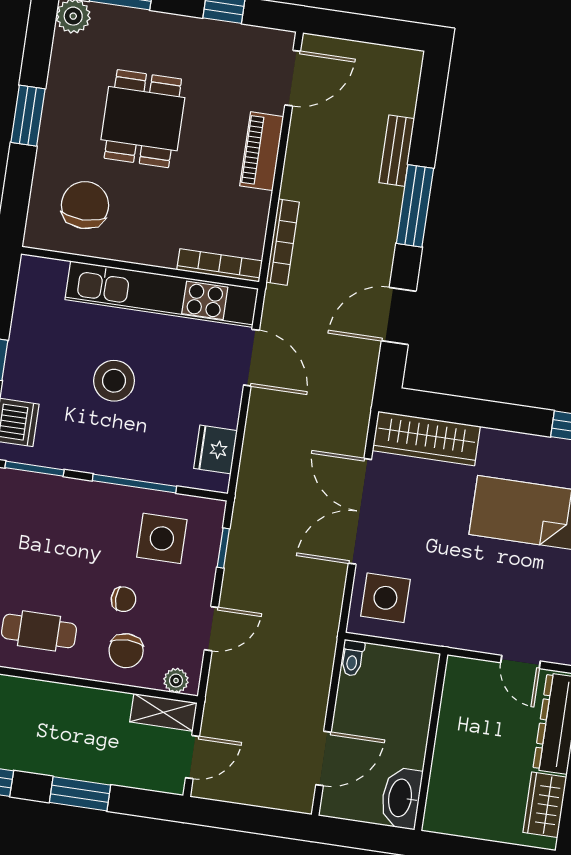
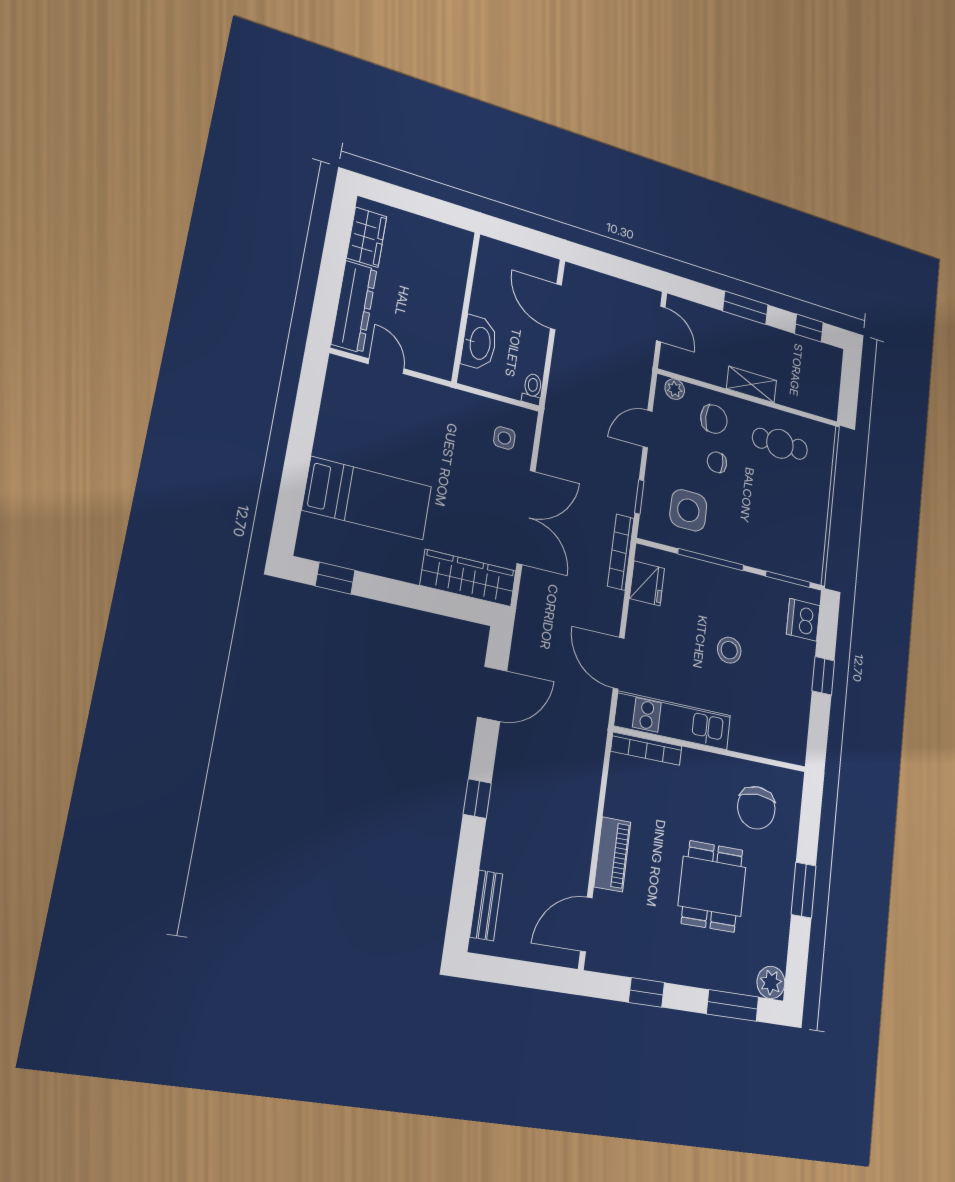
bench: (397, 151) -> (486, 905), moved
window: (415, 206) -> (477, 799), width x0.46
bookcase: (283, 242) -> (621, 552), moved
kitchen unit: (162, 294) -> (673, 721), width x0.73
stool: (114, 381) -> (729, 650), width x0.73, depth x0.73
side table: (385, 598) -> (504, 438), width x0.54, depth x0.54
chair: (126, 651) -> (714, 419), turned 90
shelving: (163, 712) -> (751, 384), moved
door: (192, 757) -> (661, 324), swing flipped
door: (323, 758) -> (556, 307), hinge flipped
washbasin: (401, 798) -> (479, 343), moved

